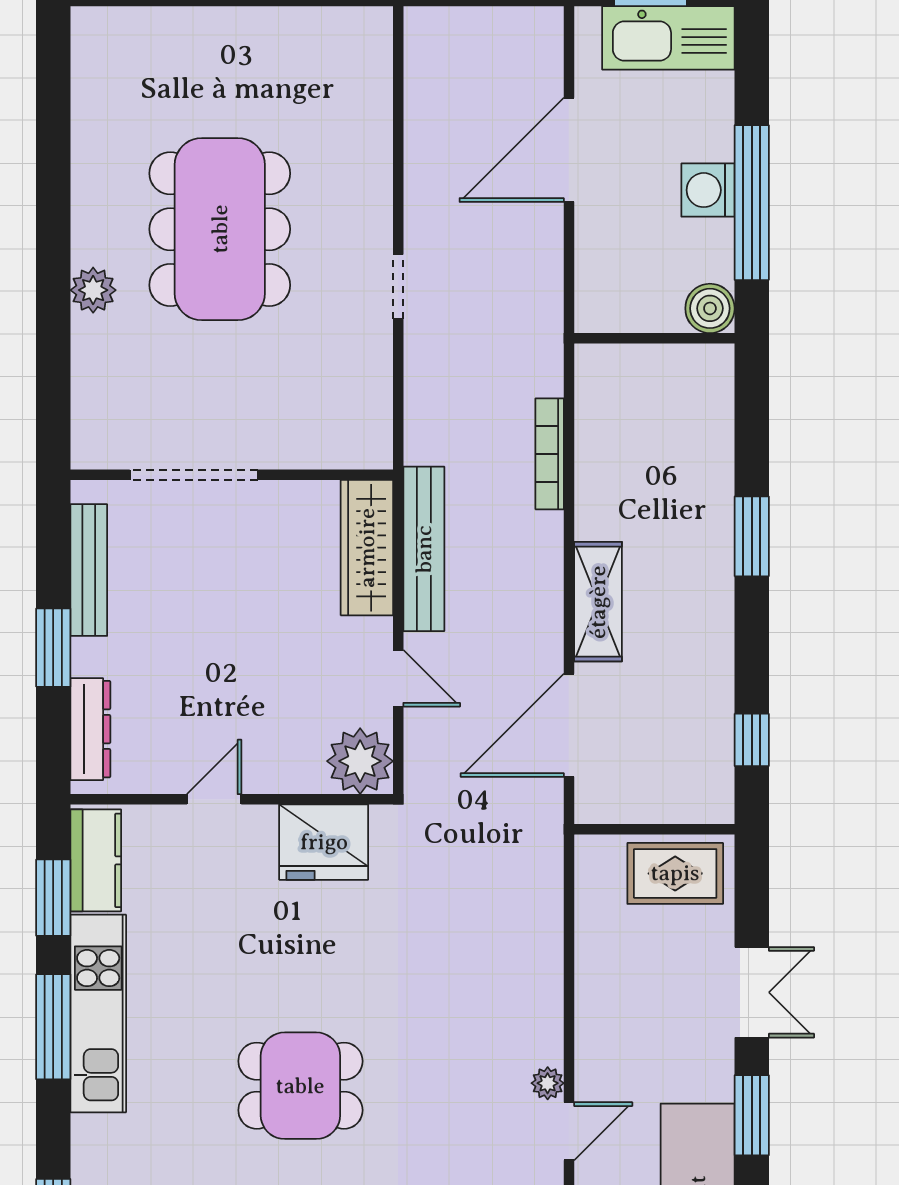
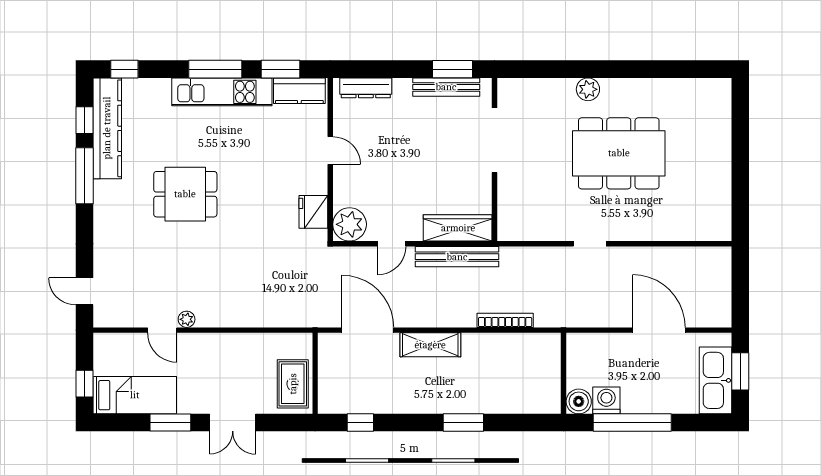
washing machine: (708, 190) -> (606, 400), moved
window: (53, 648) -> (453, 69), moved
fridge: (324, 842) -> (313, 212), width x0.73, depth x0.75
dining table: (300, 1086) -> (185, 194), turned 90

